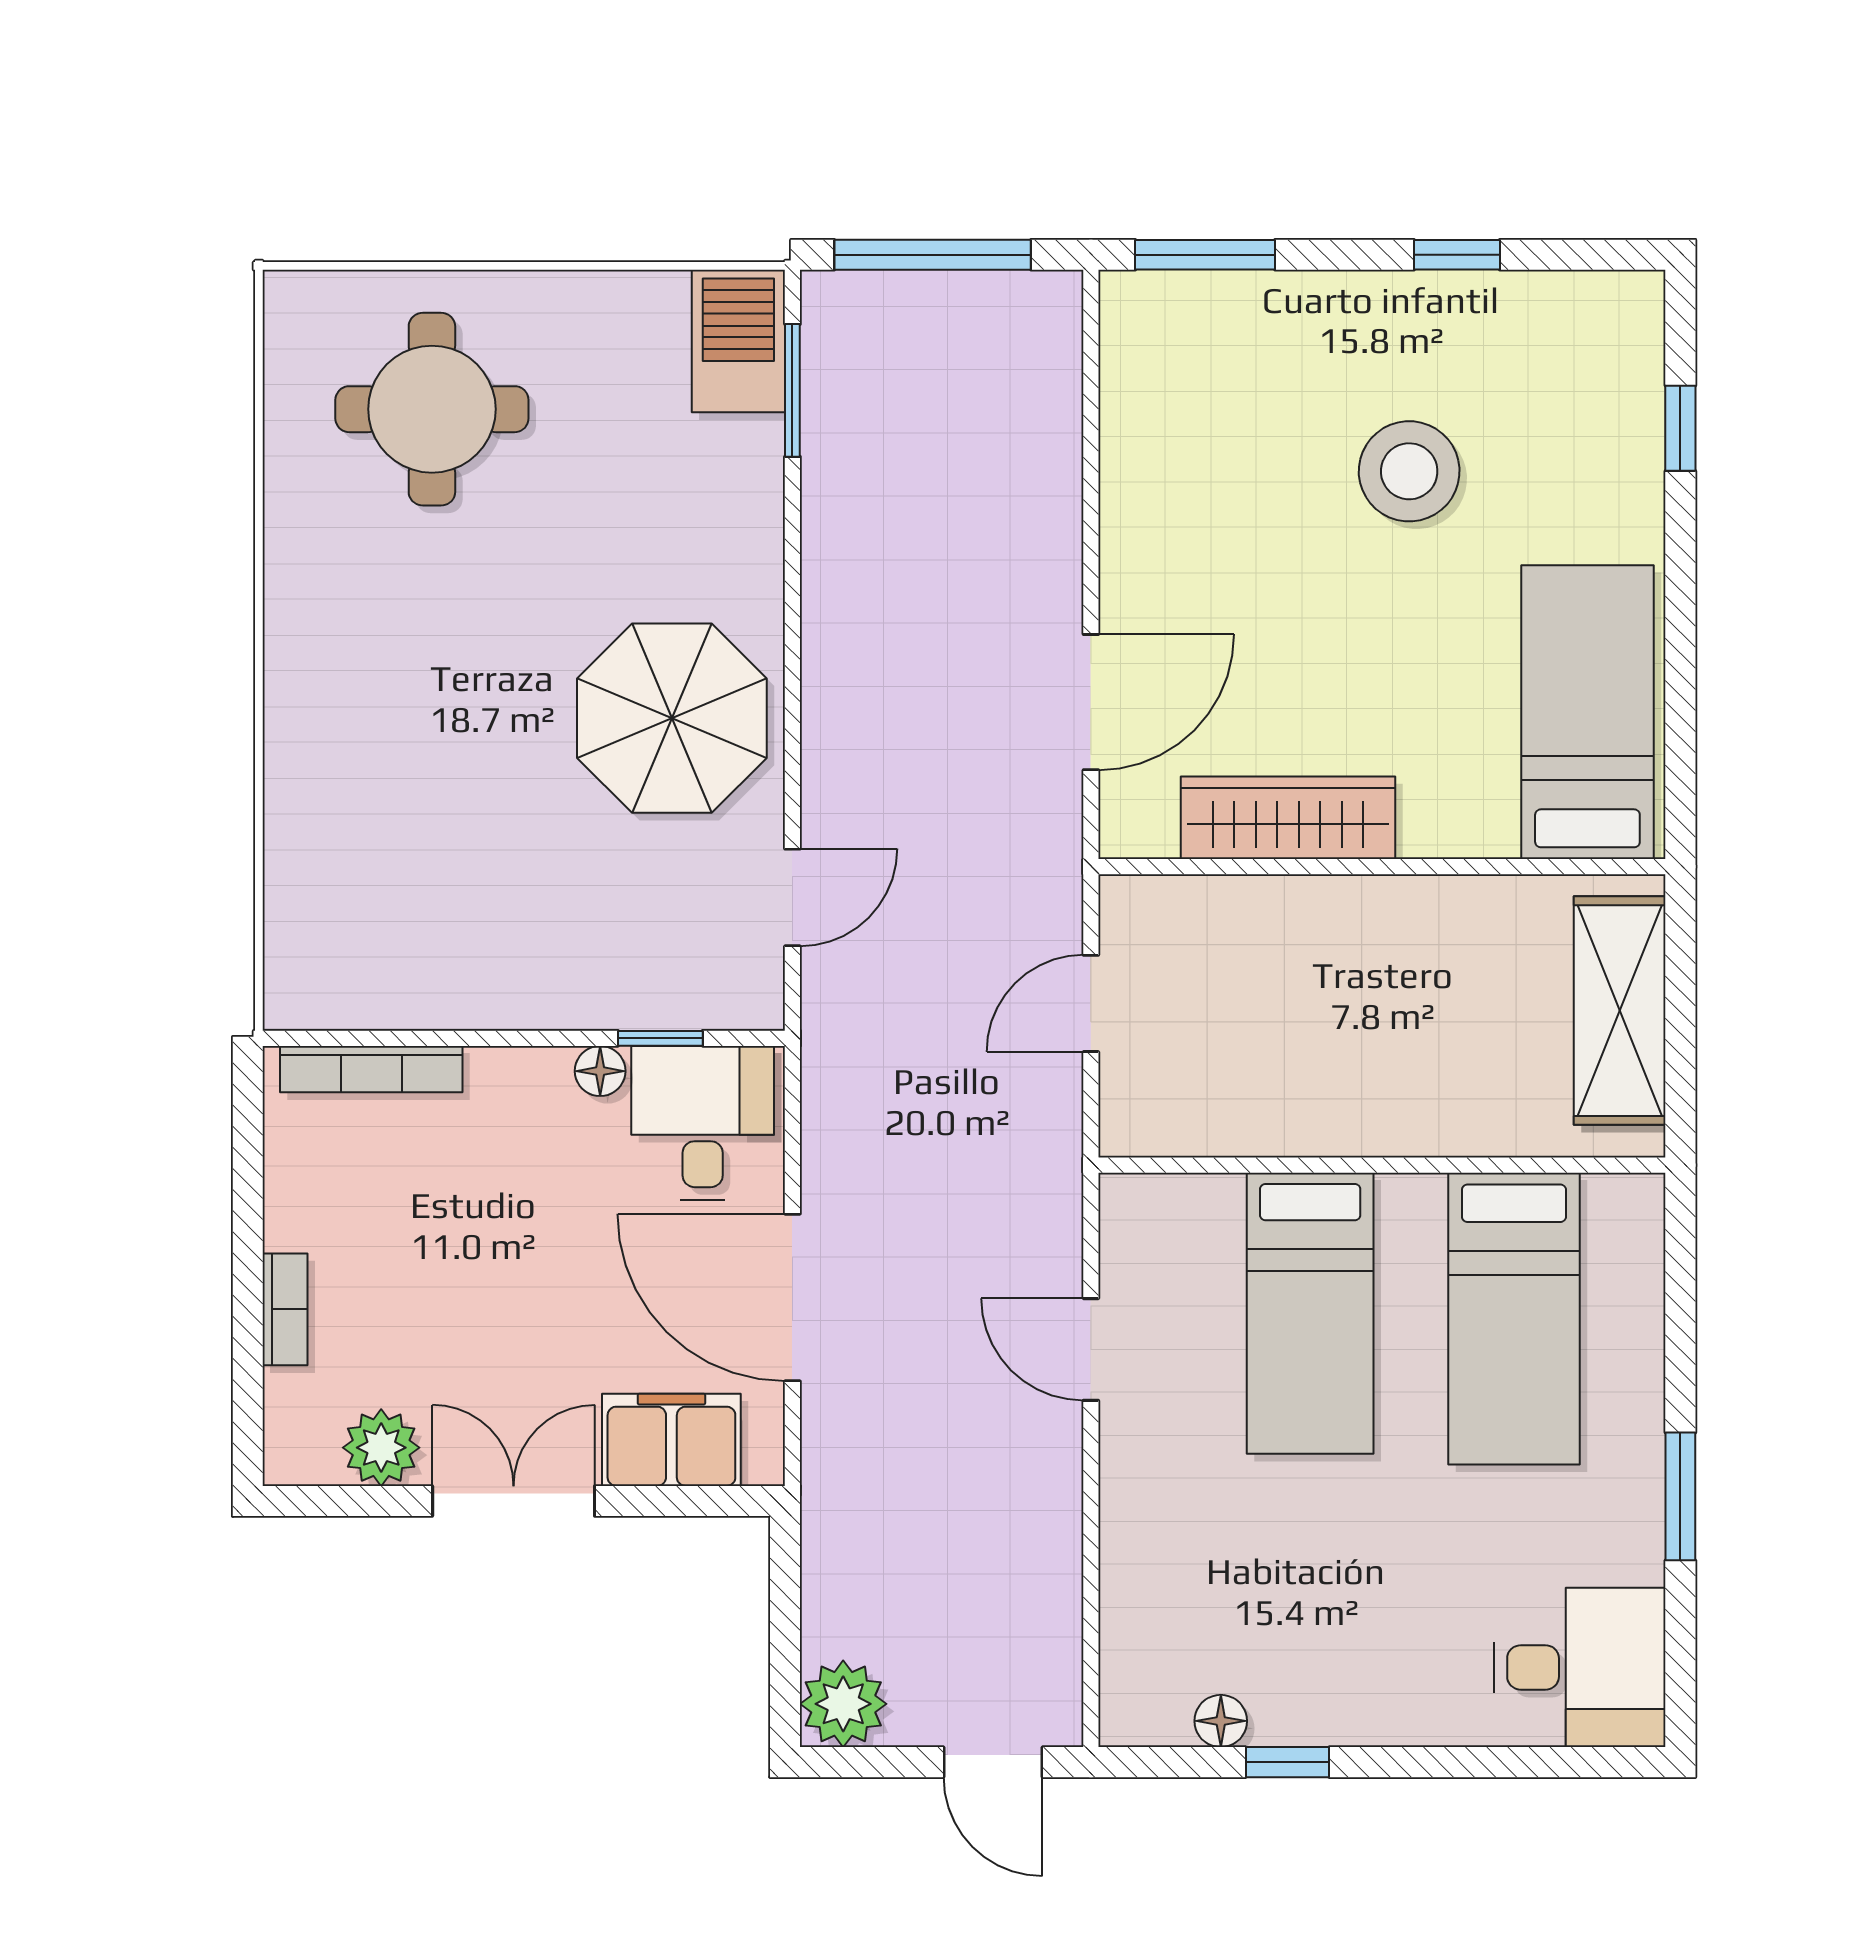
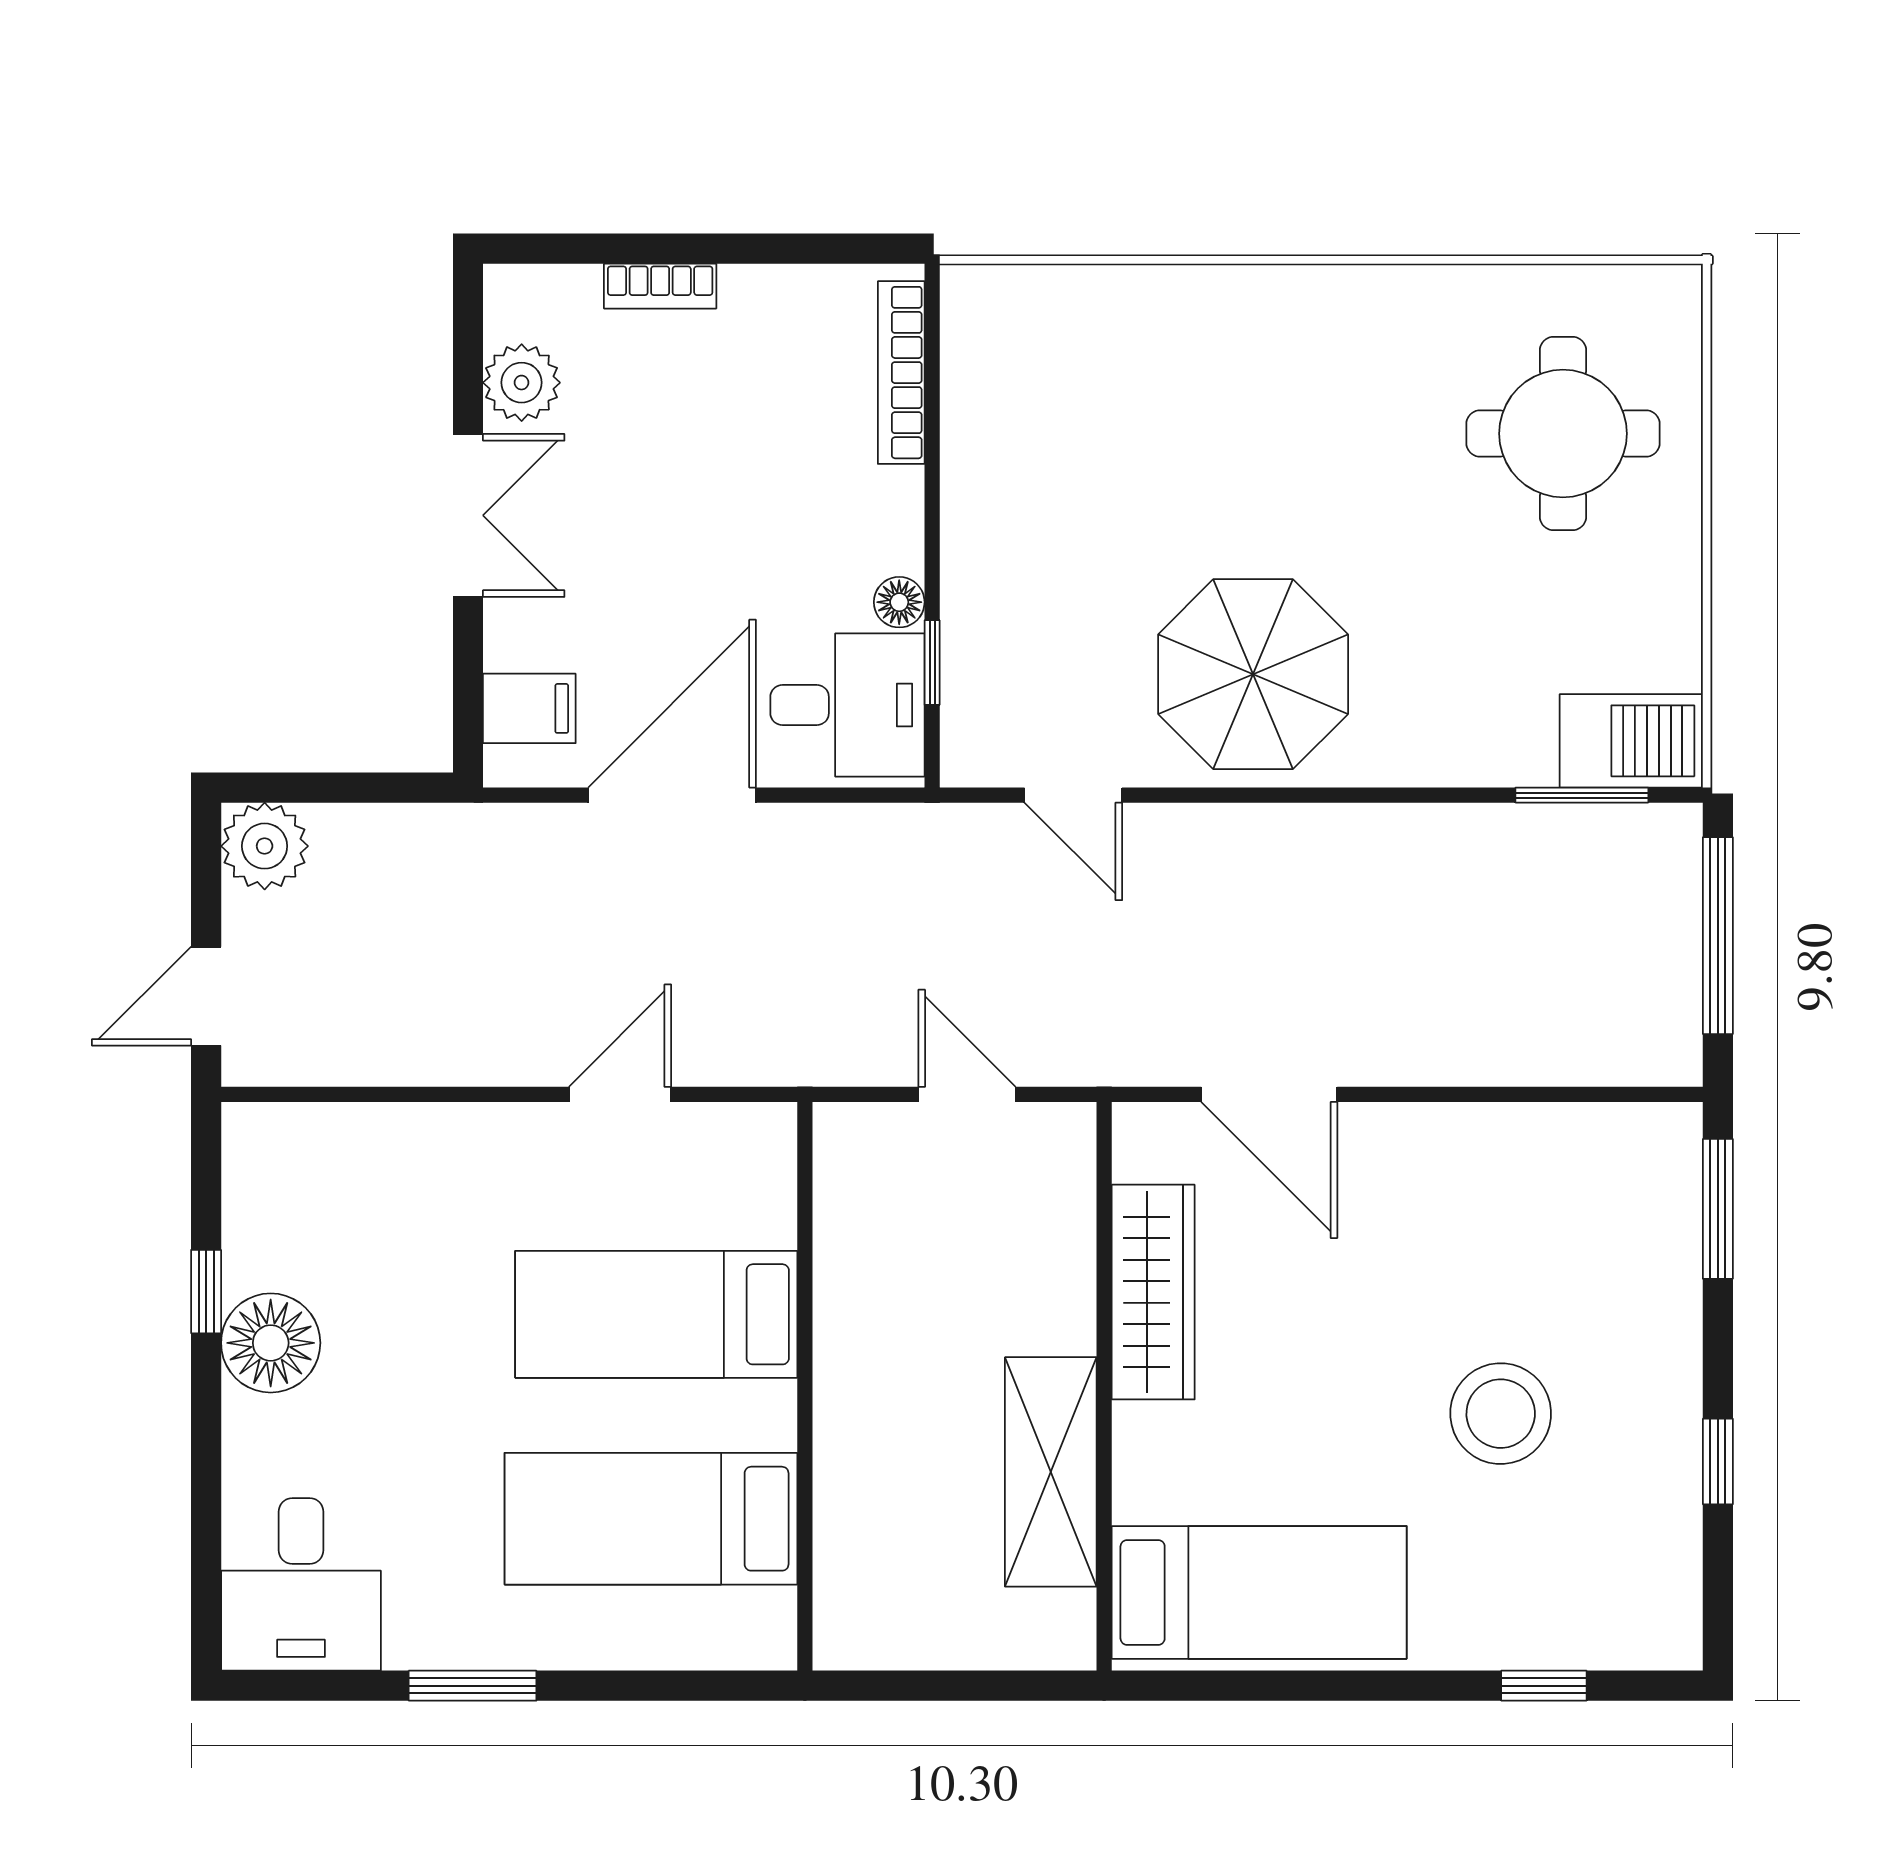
shelving: (1620, 1011) -> (1051, 1472), moved, turned 90
filing cabinet: (671, 1440) -> (529, 708), width x0.50
floor lamp: (1221, 1721) -> (271, 1343), moved, width x1.89, depth x1.89

